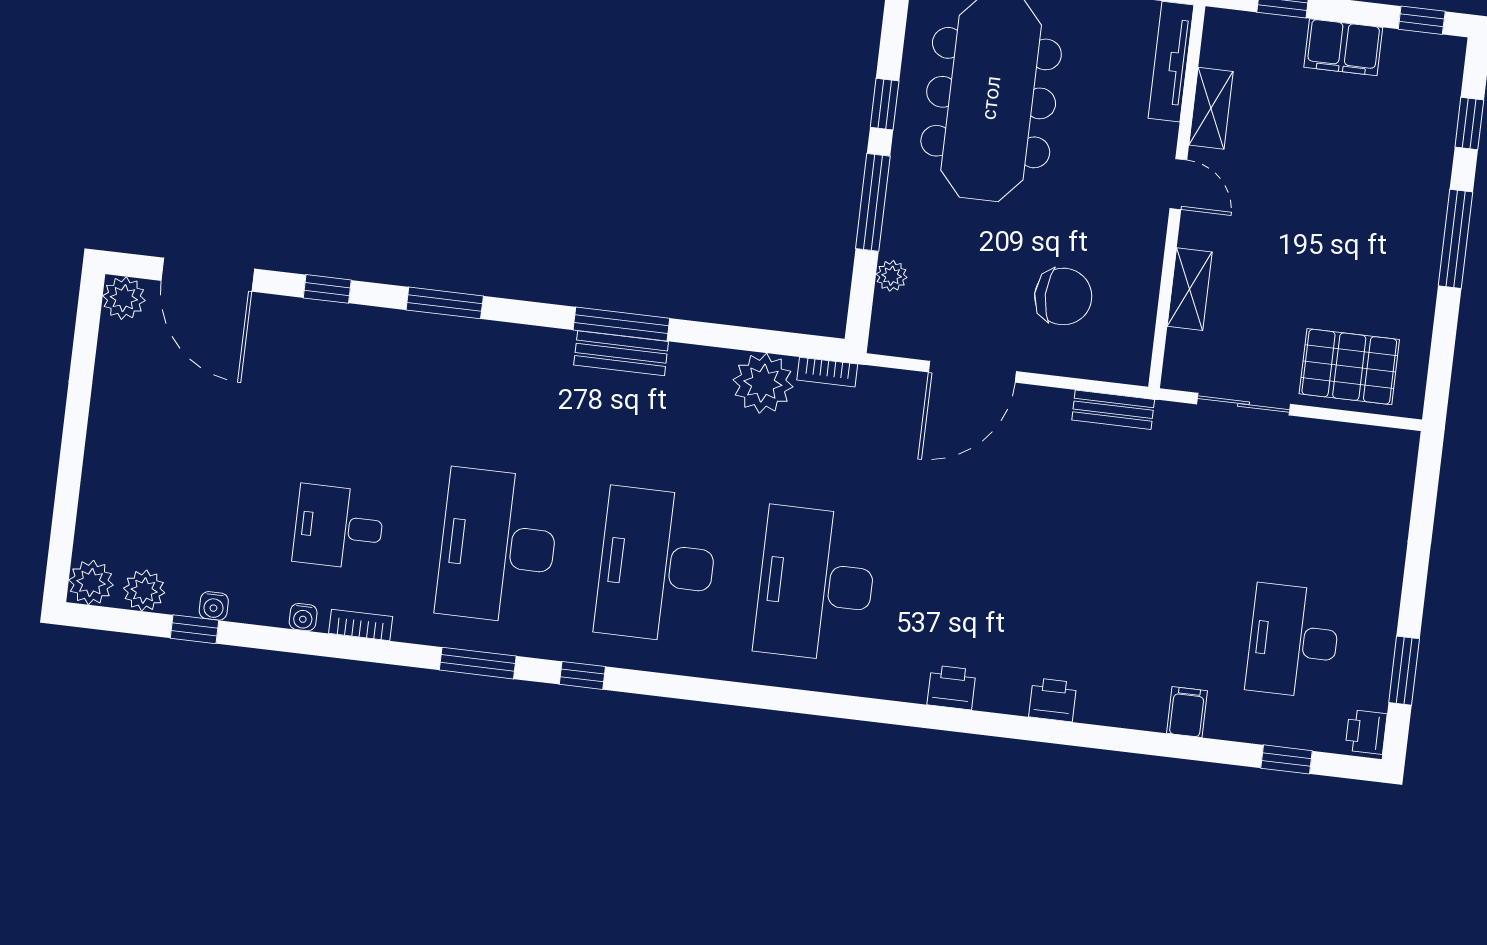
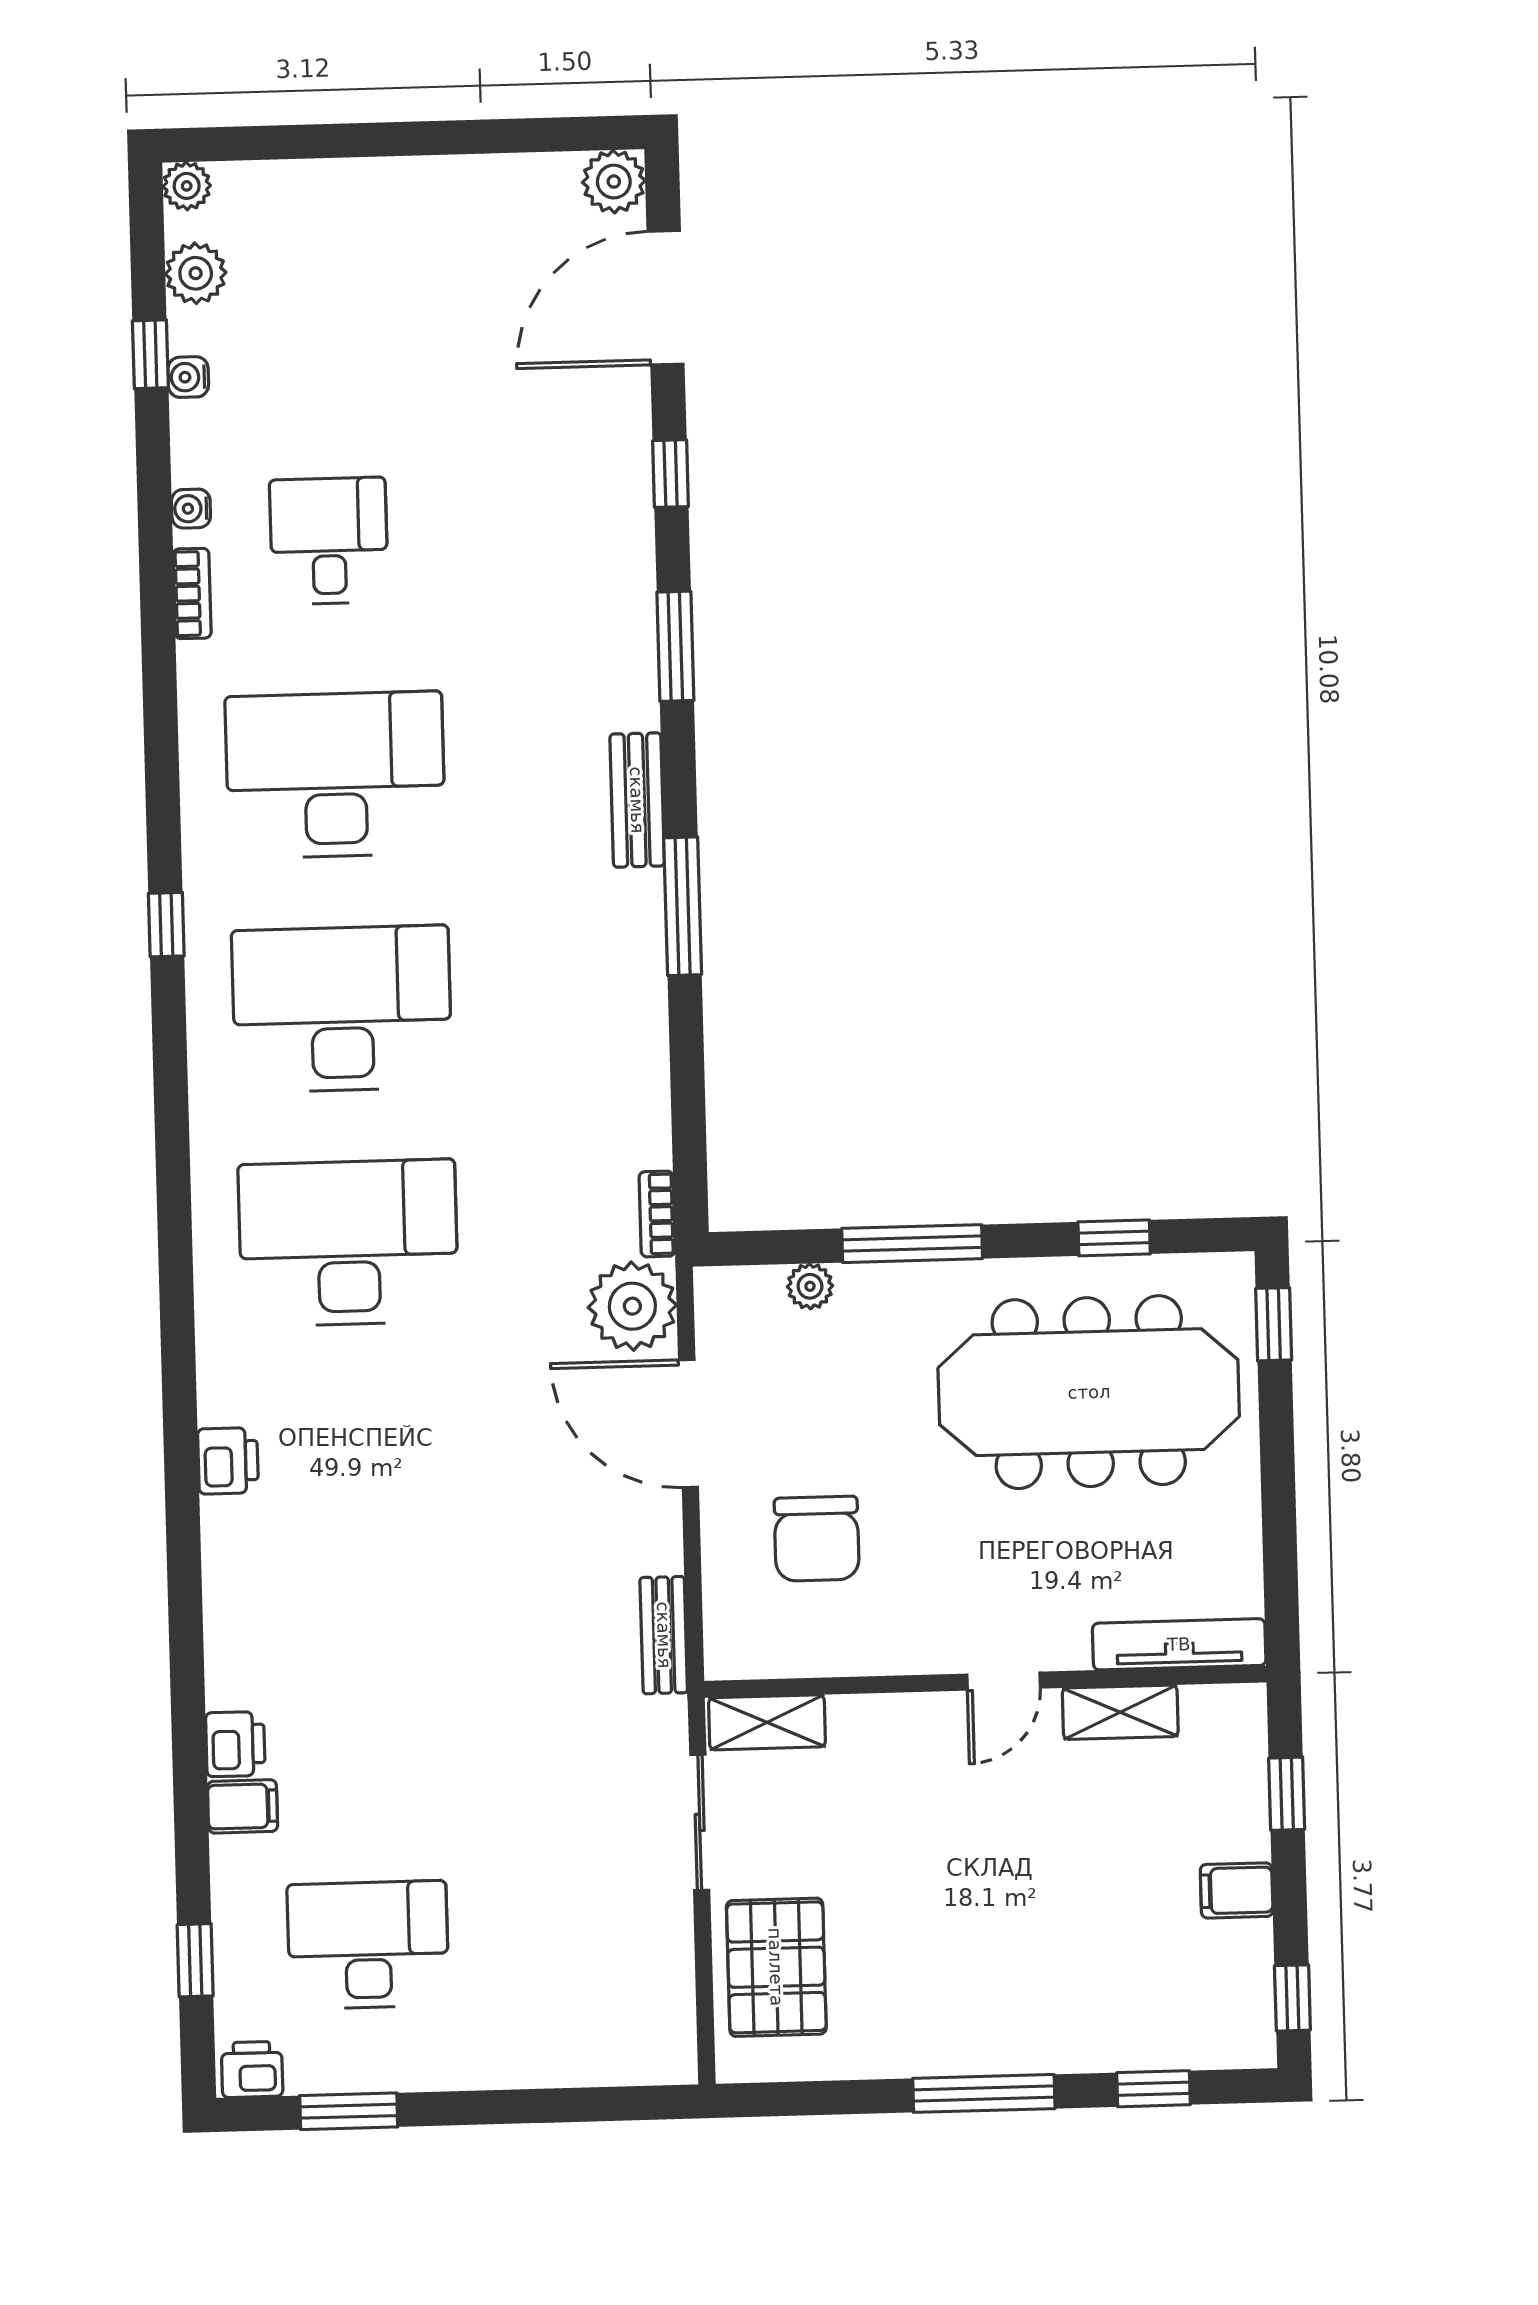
filing cabinet: (1343, 47) -> (1237, 1890), width x0.50
window: (885, 104) -> (1114, 1238), moved
shelving: (1190, 289) -> (767, 1722), moved
bench: (621, 353) -> (637, 800), moved
plant: (763, 383) -> (632, 1306), moved
plant: (91, 582) -> (187, 186), width x0.73, depth x0.73
window: (478, 663) -> (162, 771), removed
printer: (1053, 700) -> (235, 1744), moved

